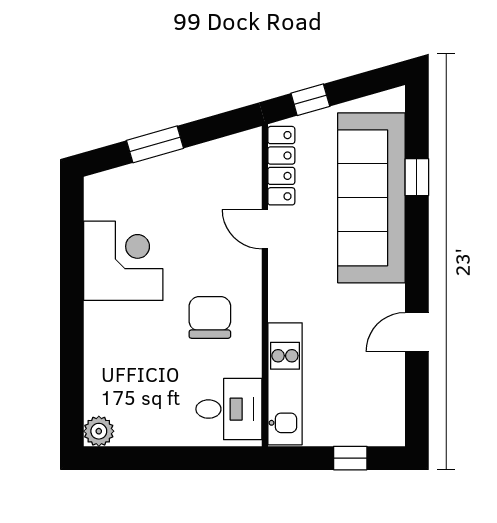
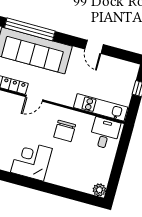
window: (417, 177) -> (30, 29), width x3.17
chair: (210, 317) -> (65, 131), turned -90

